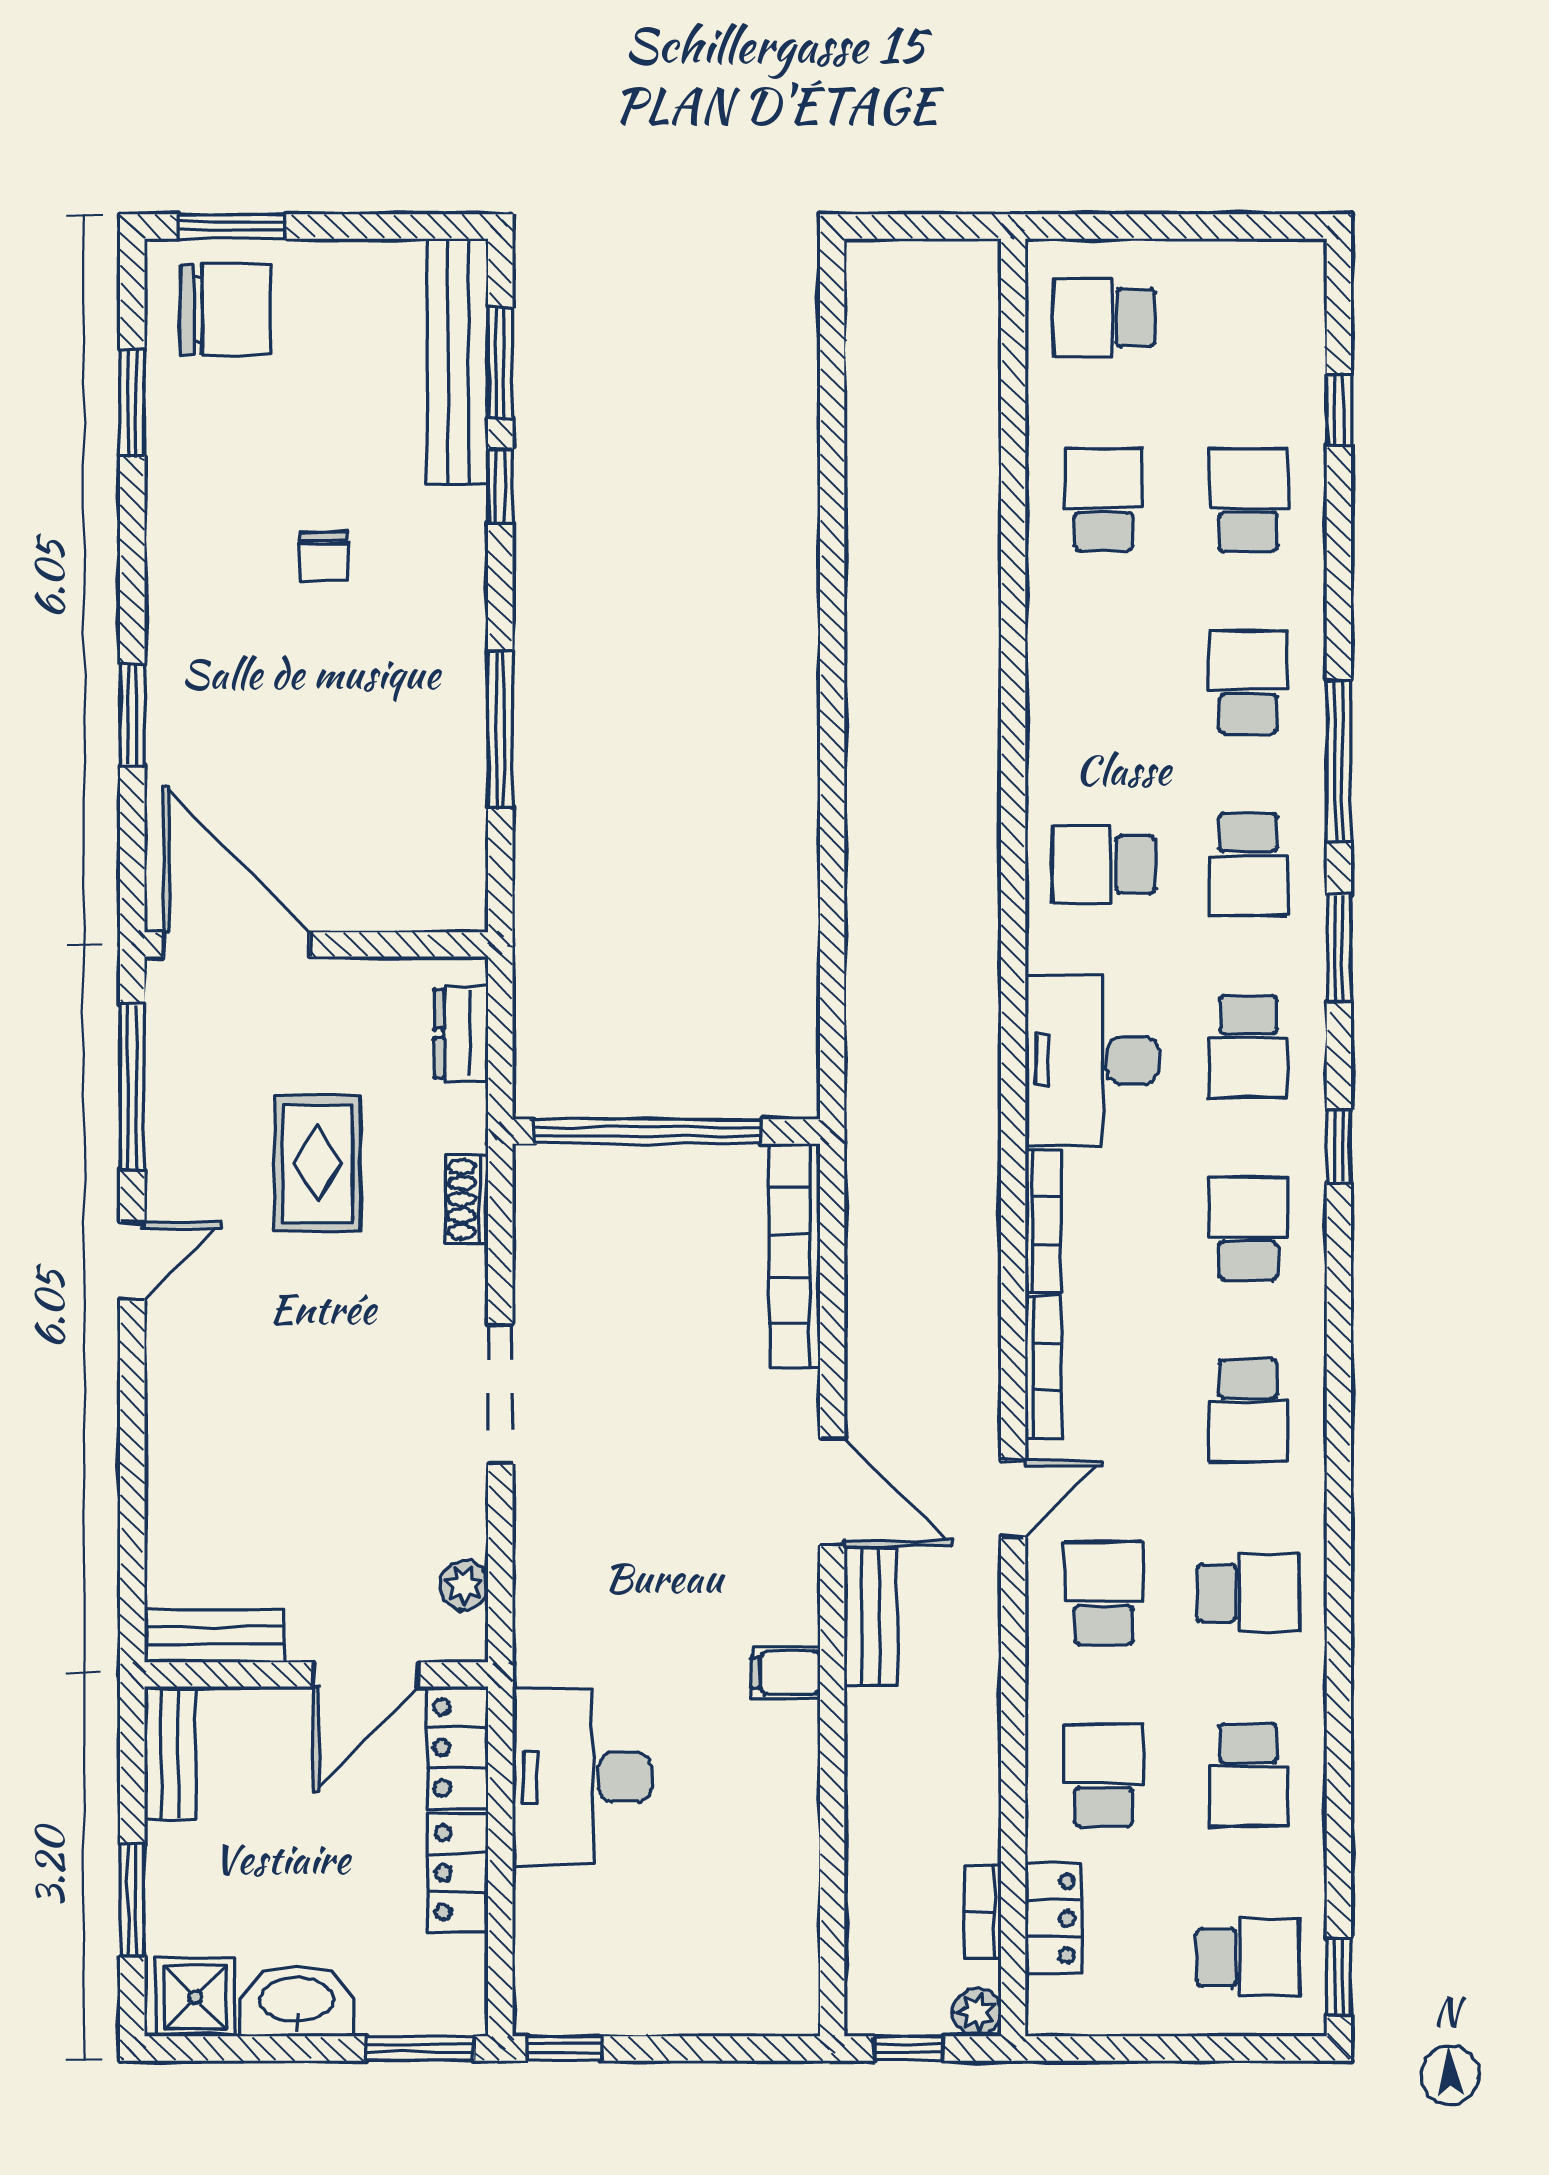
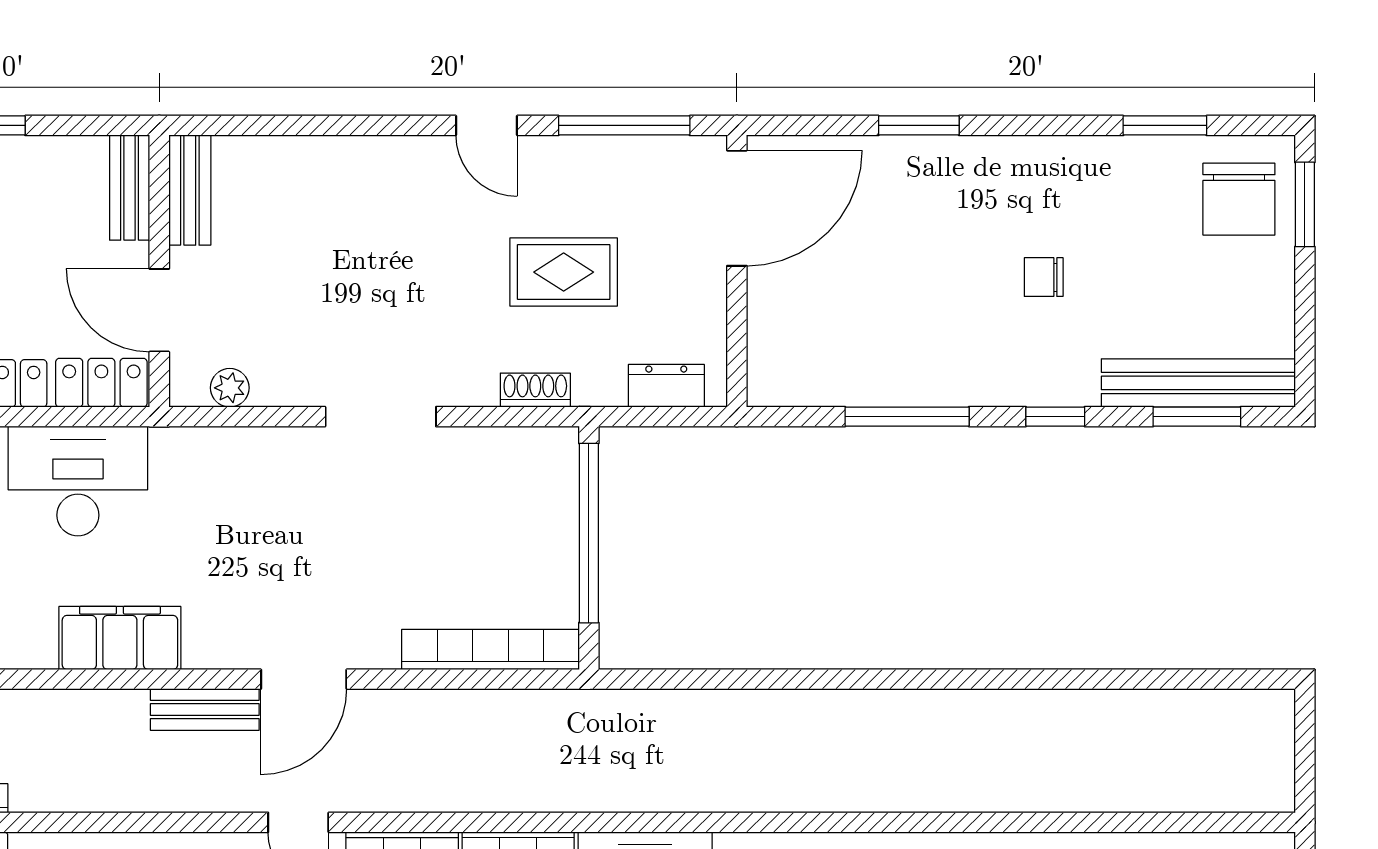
window: (500, 486) -> (1055, 417), moved
filing cabinet: (786, 1673) -> (120, 638), width x3.00, depth x1.17
bench: (170, 1753) -> (130, 188), moved, turned 90

